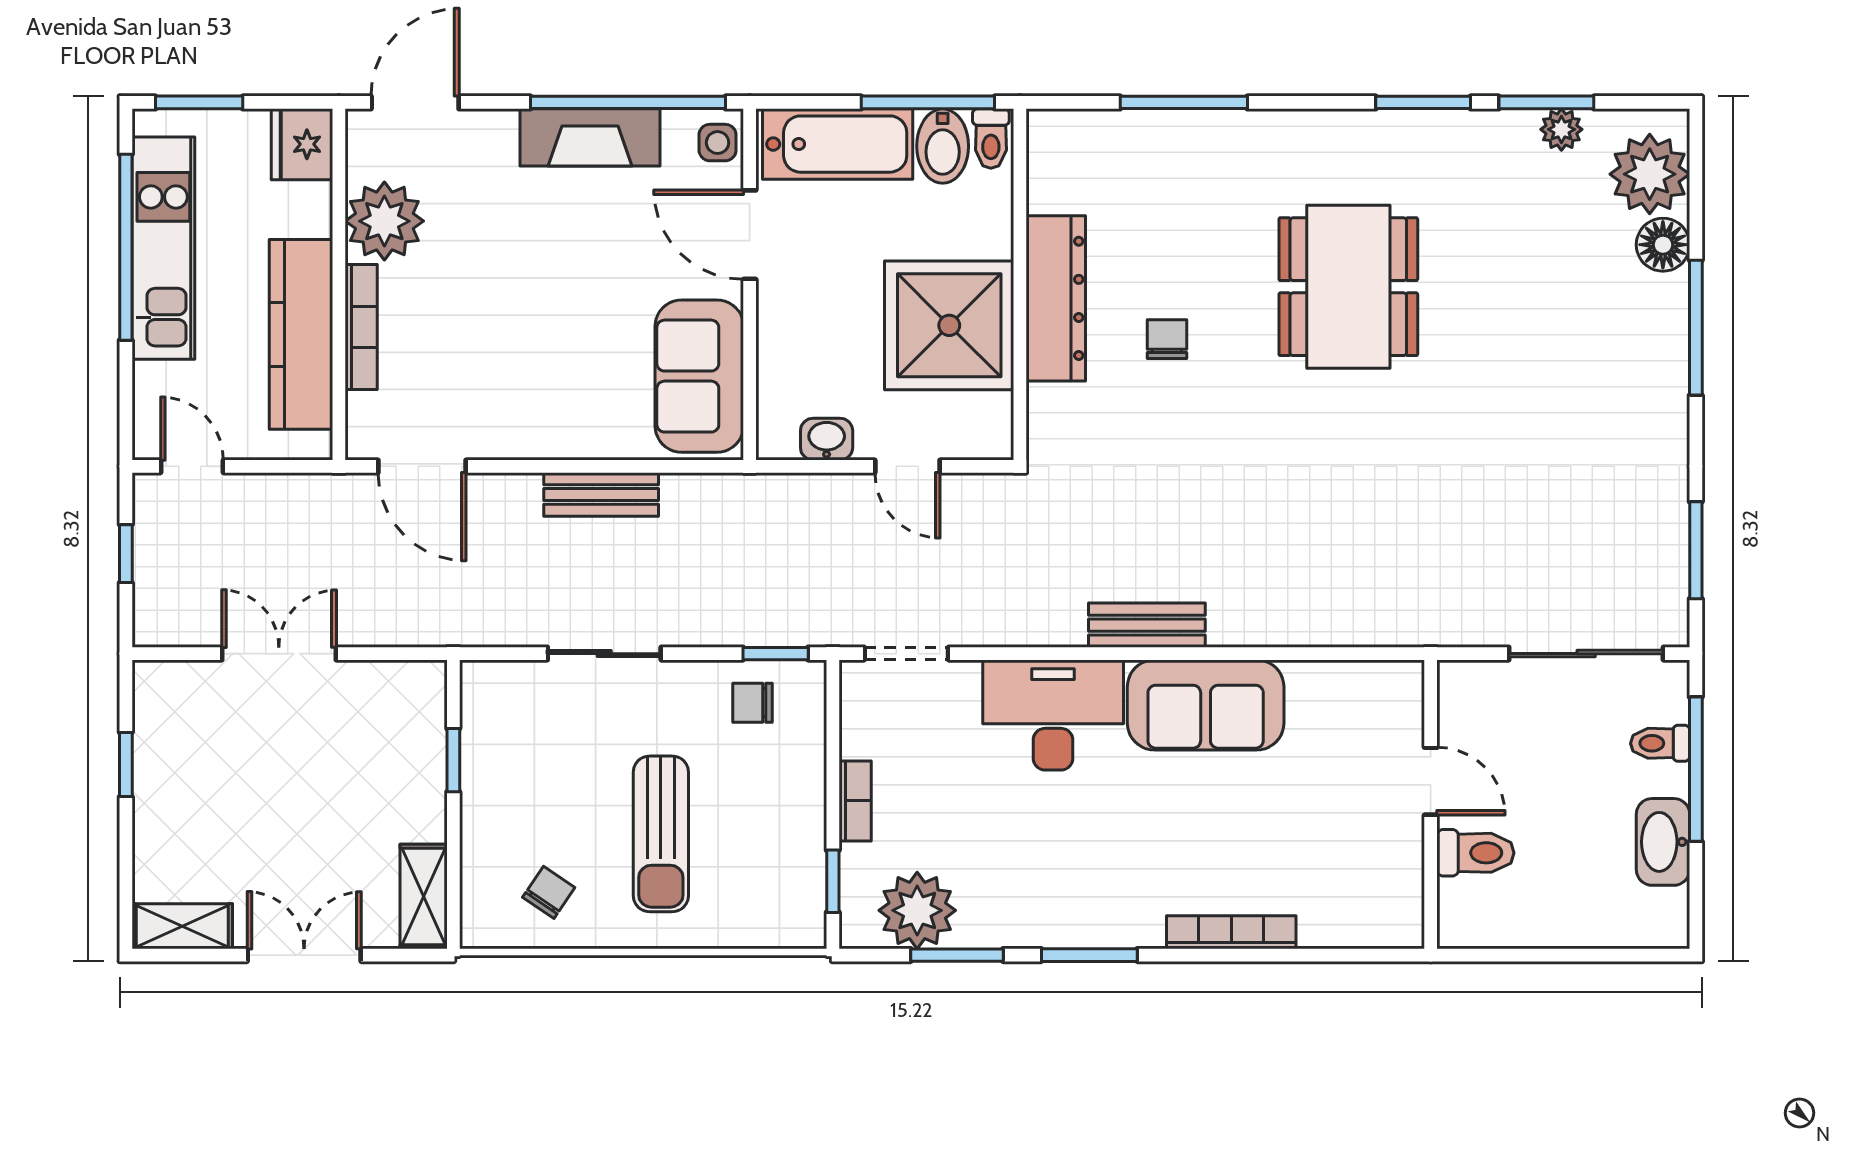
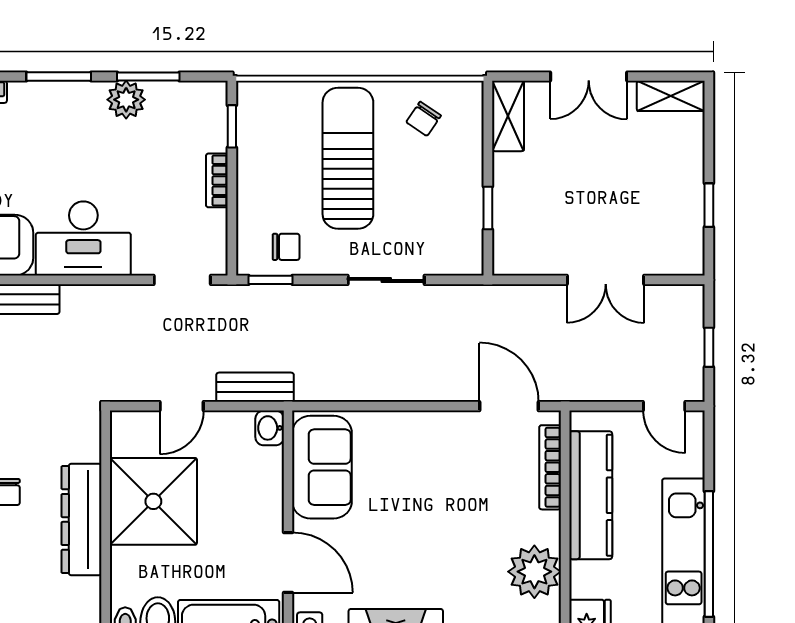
bookcase: (361, 327) -> (550, 467), moved
washbasin: (827, 439) -> (270, 428), moved, turned 90
door: (907, 466) -> (182, 406), swing flipped
bench: (601, 494) -> (255, 387), moved
sun lounger: (661, 834) -> (348, 158), width x1.36, depth x1.34
plant: (917, 910) -> (126, 100), moved, width x0.73, depth x0.73

